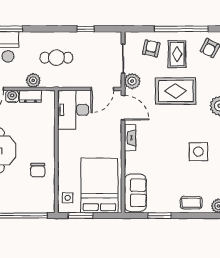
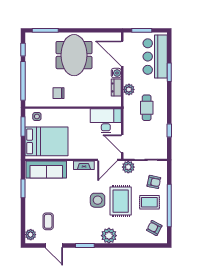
side table: (198, 152) -> (98, 200), moved
sofa: (135, 193) -> (46, 169), width x1.36
coffee table: (191, 203) -> (48, 221), moved

